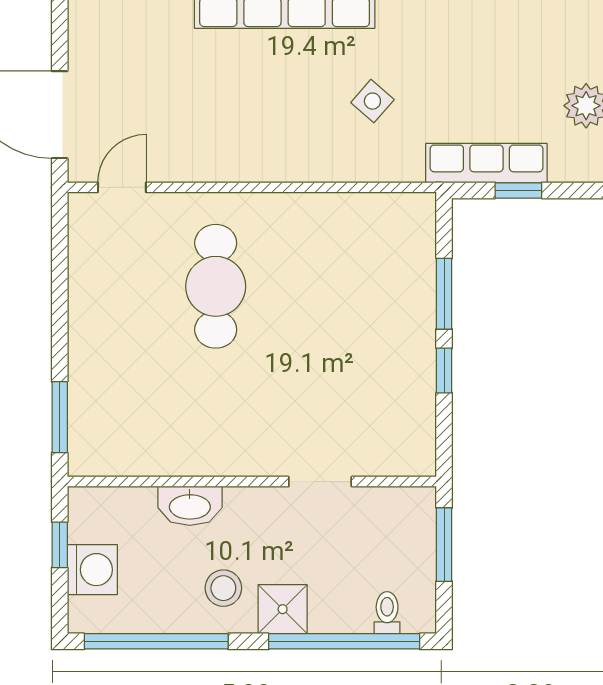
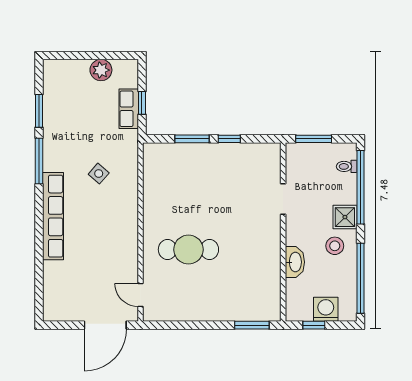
row of seats: (486, 163) -> (129, 109), width x0.68

